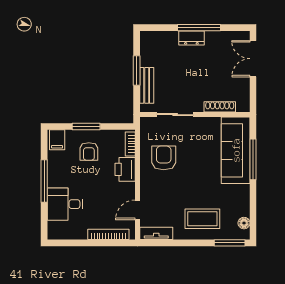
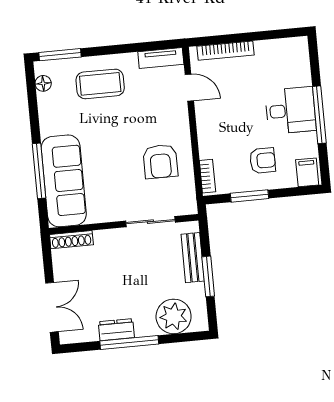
dresser: (191, 38) -> (116, 330), moved
plant: (165, 44) -> (174, 316), added
shoe rack: (220, 107) -> (71, 240), moved
window: (86, 127) -> (249, 196), moved
armchair: (89, 151) -> (263, 161), turned 90
printer: (125, 169) -> (211, 141), removed
desk: (65, 204) -> (290, 110), moved
door: (137, 210) -> (189, 88), hinge flipped

